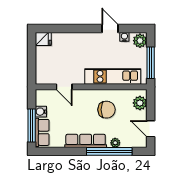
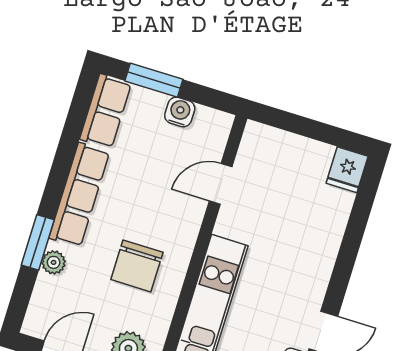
window: (32, 126) -> (154, 80), width x0.69
row of seats: (42, 132) -> (105, 111), moved, turned -90
window: (109, 151) -> (38, 242), width x0.47

